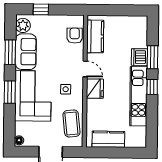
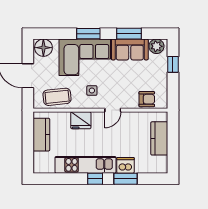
kitchen counter: (95, 36) -> (159, 138), moved, turned 90
fridge: (95, 89) -> (81, 120), moved
floor lamp: (19, 140) -> (43, 48), width x1.89, depth x1.89

